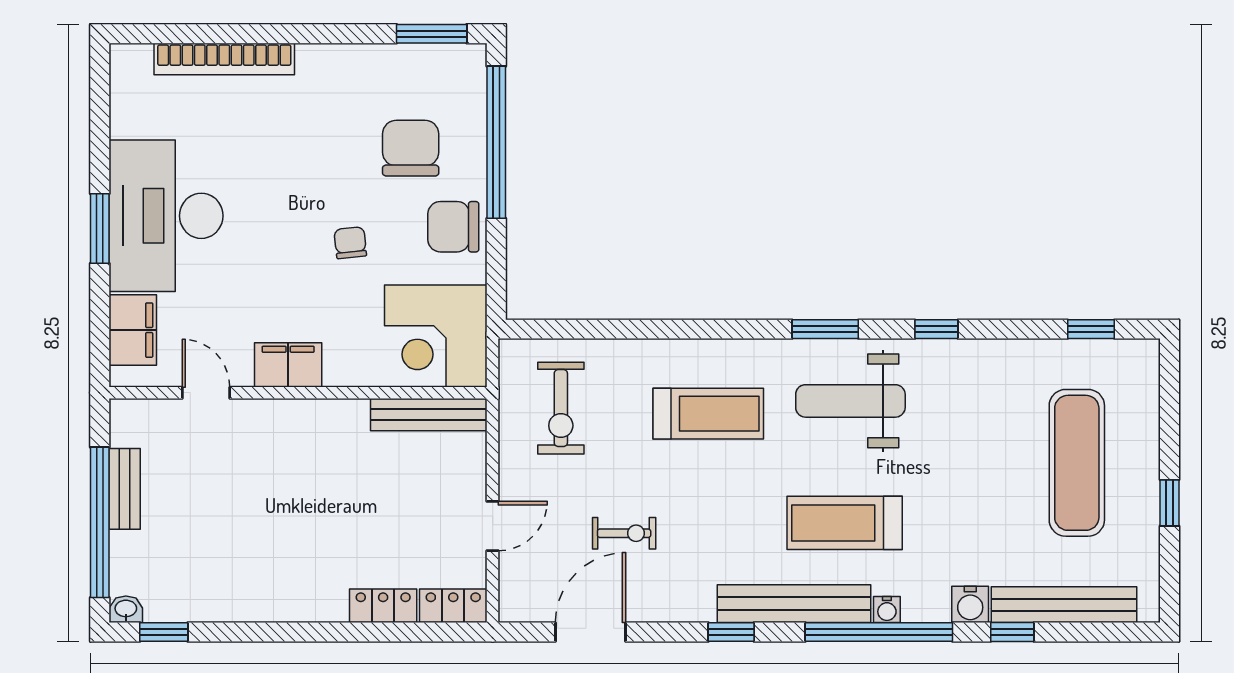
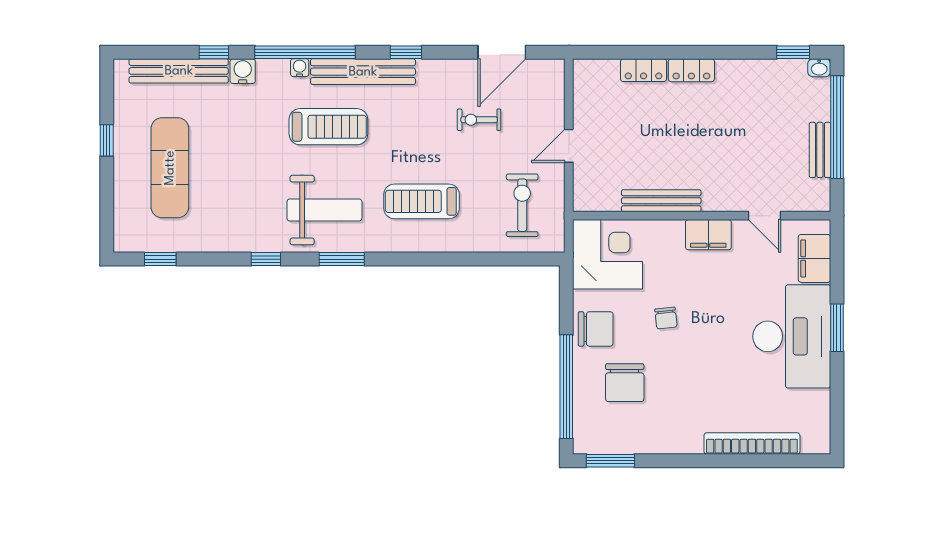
bench: (429, 415) -> (661, 201), moved
door: (493, 526) -> (569, 146), moved
locker: (453, 606) -> (691, 70), moved

